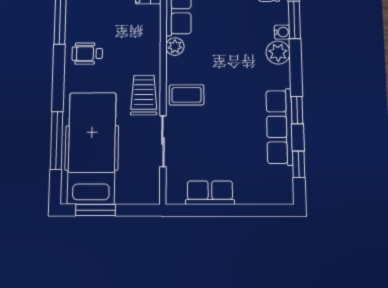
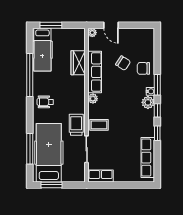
row of seats: (279, 127) -> (148, 158), moved
window: (299, 164) -> (157, 110), moved
row of seats: (210, 193) -> (101, 176), moved

